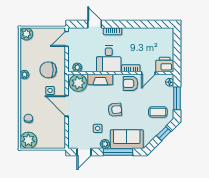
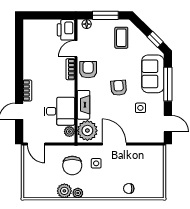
plant: (26, 34) -> (64, 191), moved
desk: (109, 59) -> (59, 111), moved
door: (148, 73) -> (76, 49), swing flipped
armchair: (130, 83) -> (88, 70), turned 180
door: (67, 106) -> (114, 144), swing flipped
window: (164, 134) -> (155, 39), moved
plant: (28, 140) -> (154, 188), removed
plant: (105, 144) -> (159, 99), removed

